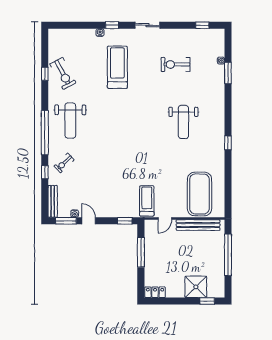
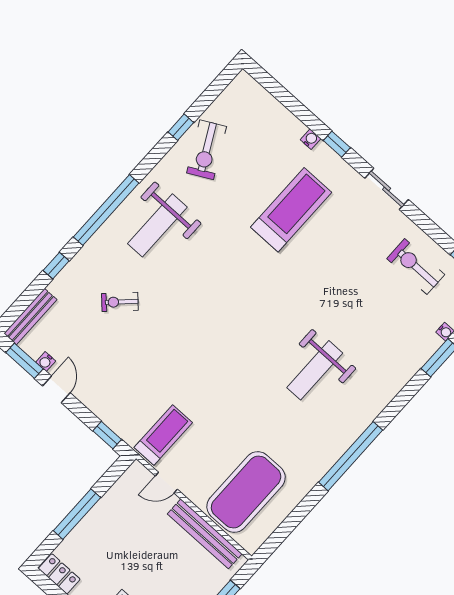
exercise bike: (176, 64) -> (416, 267), moved
window: (228, 143) -> (351, 456), width x3.17
exercise bike: (64, 163) -> (120, 302), moved
window: (141, 252) -> (77, 514), moved

